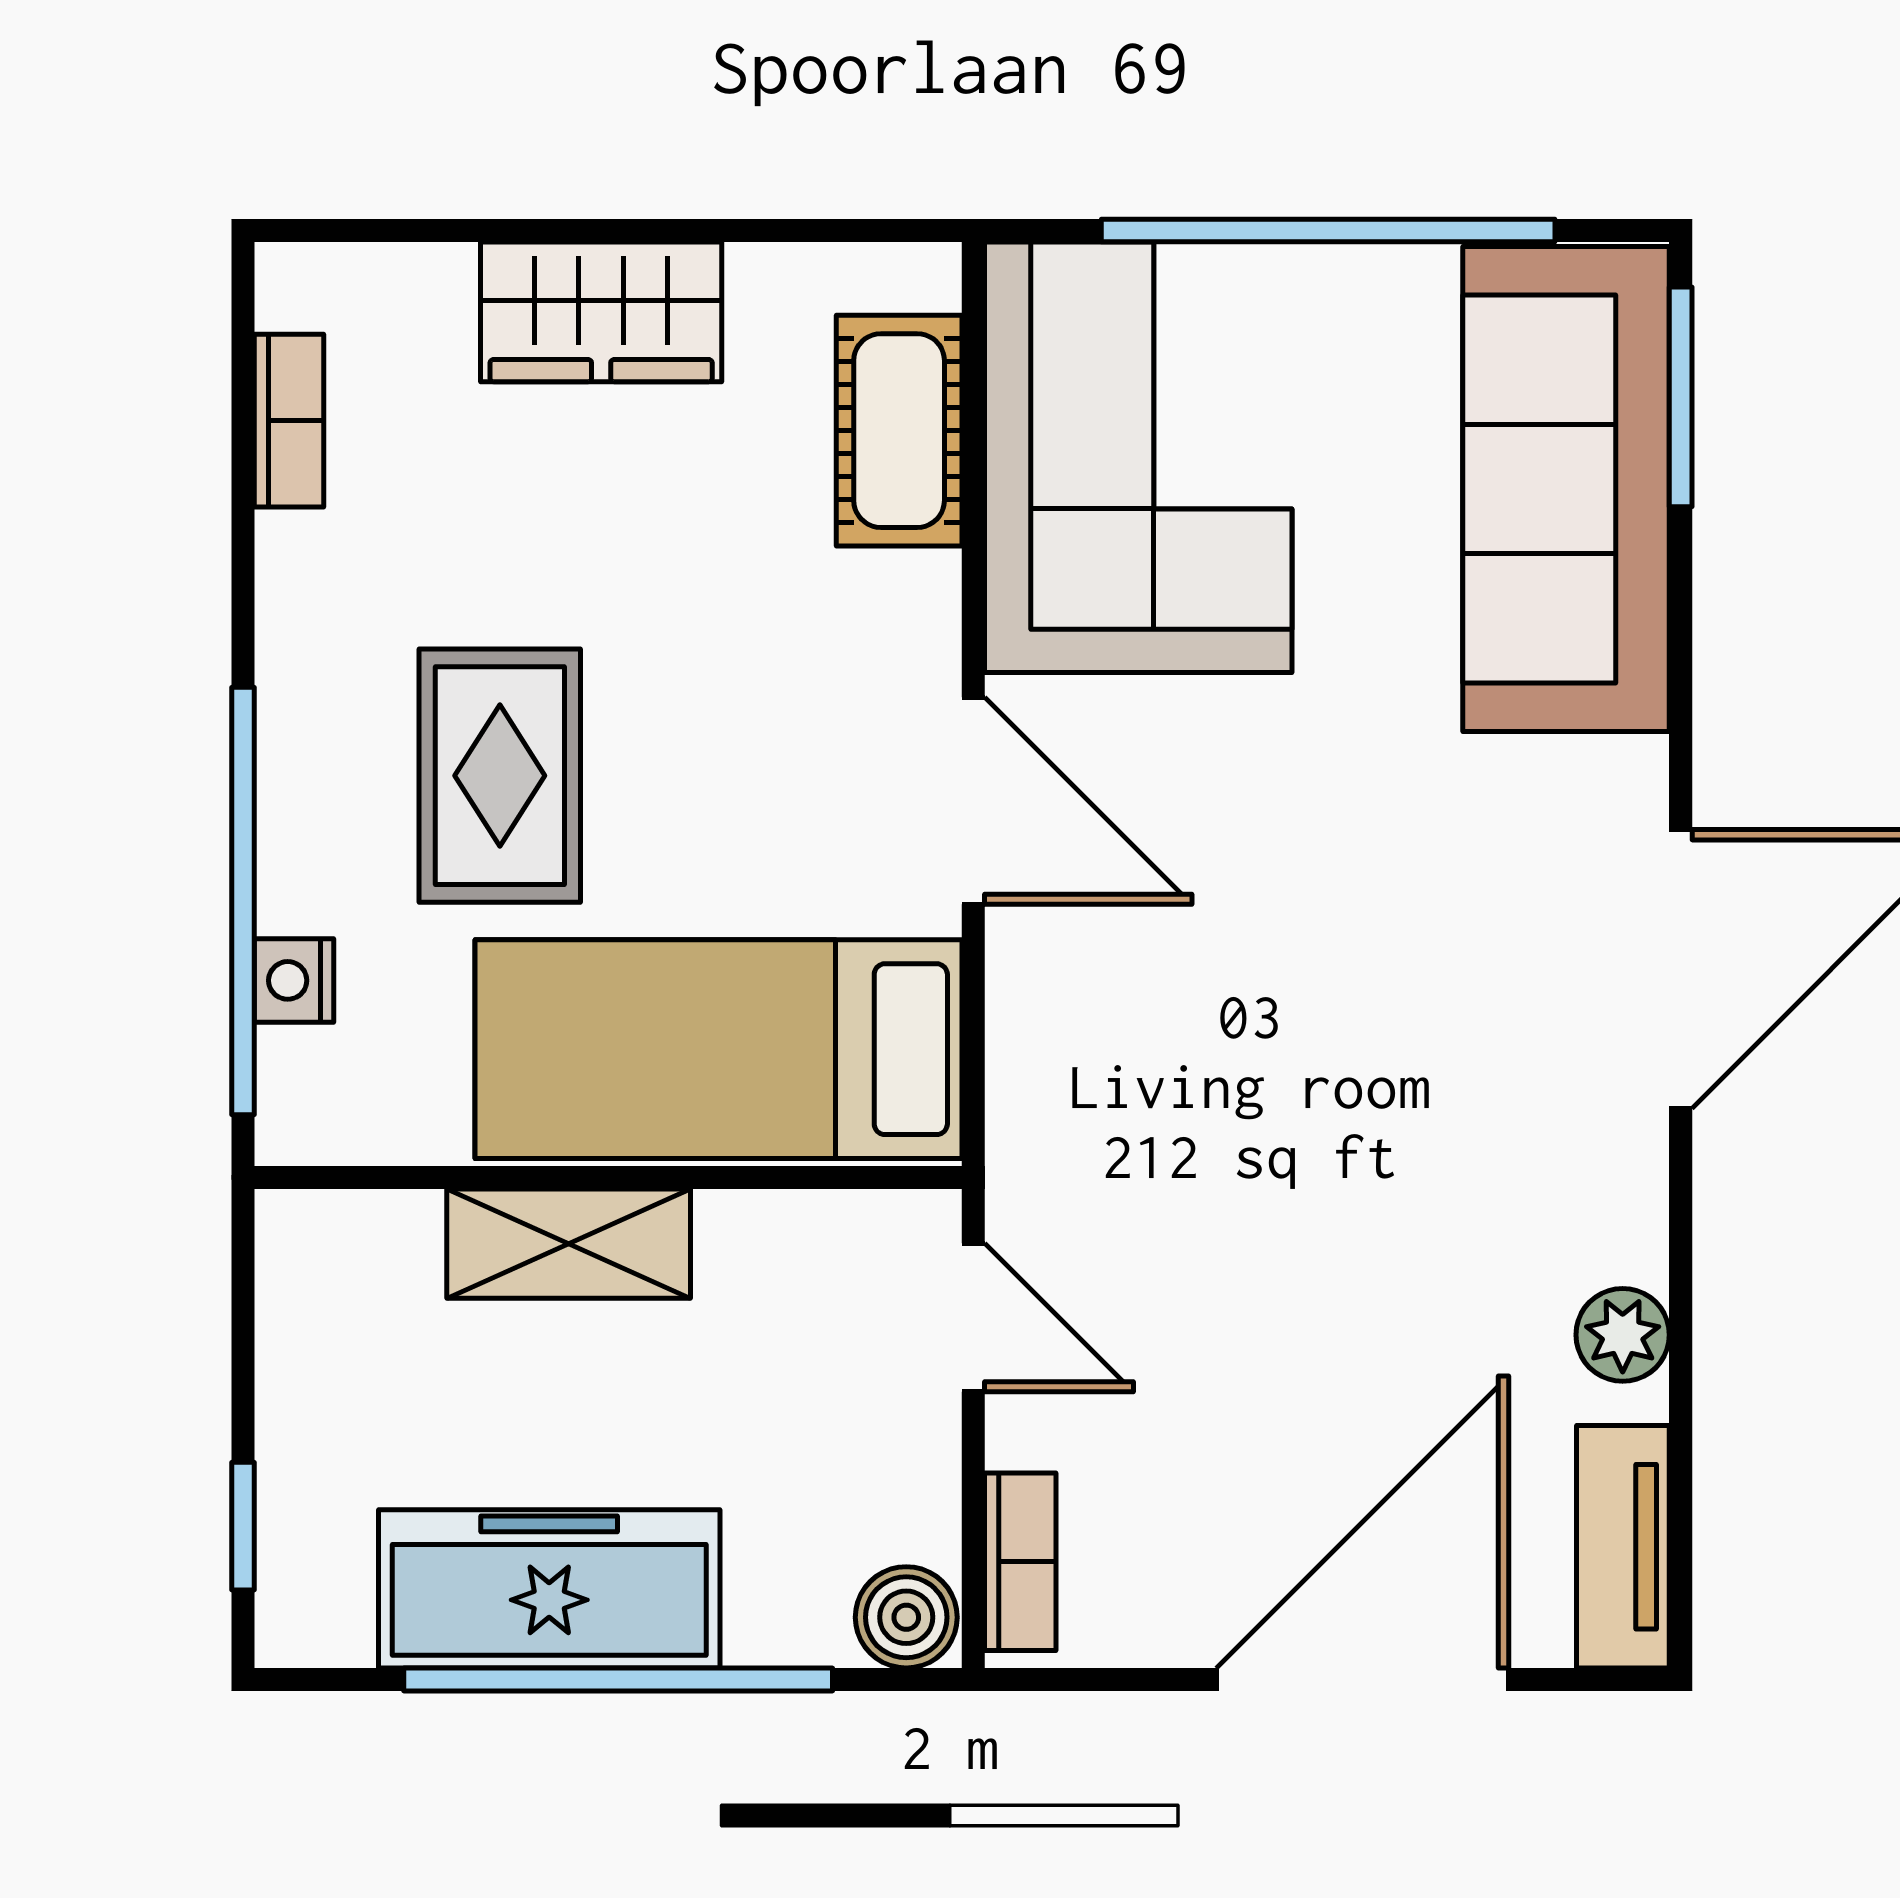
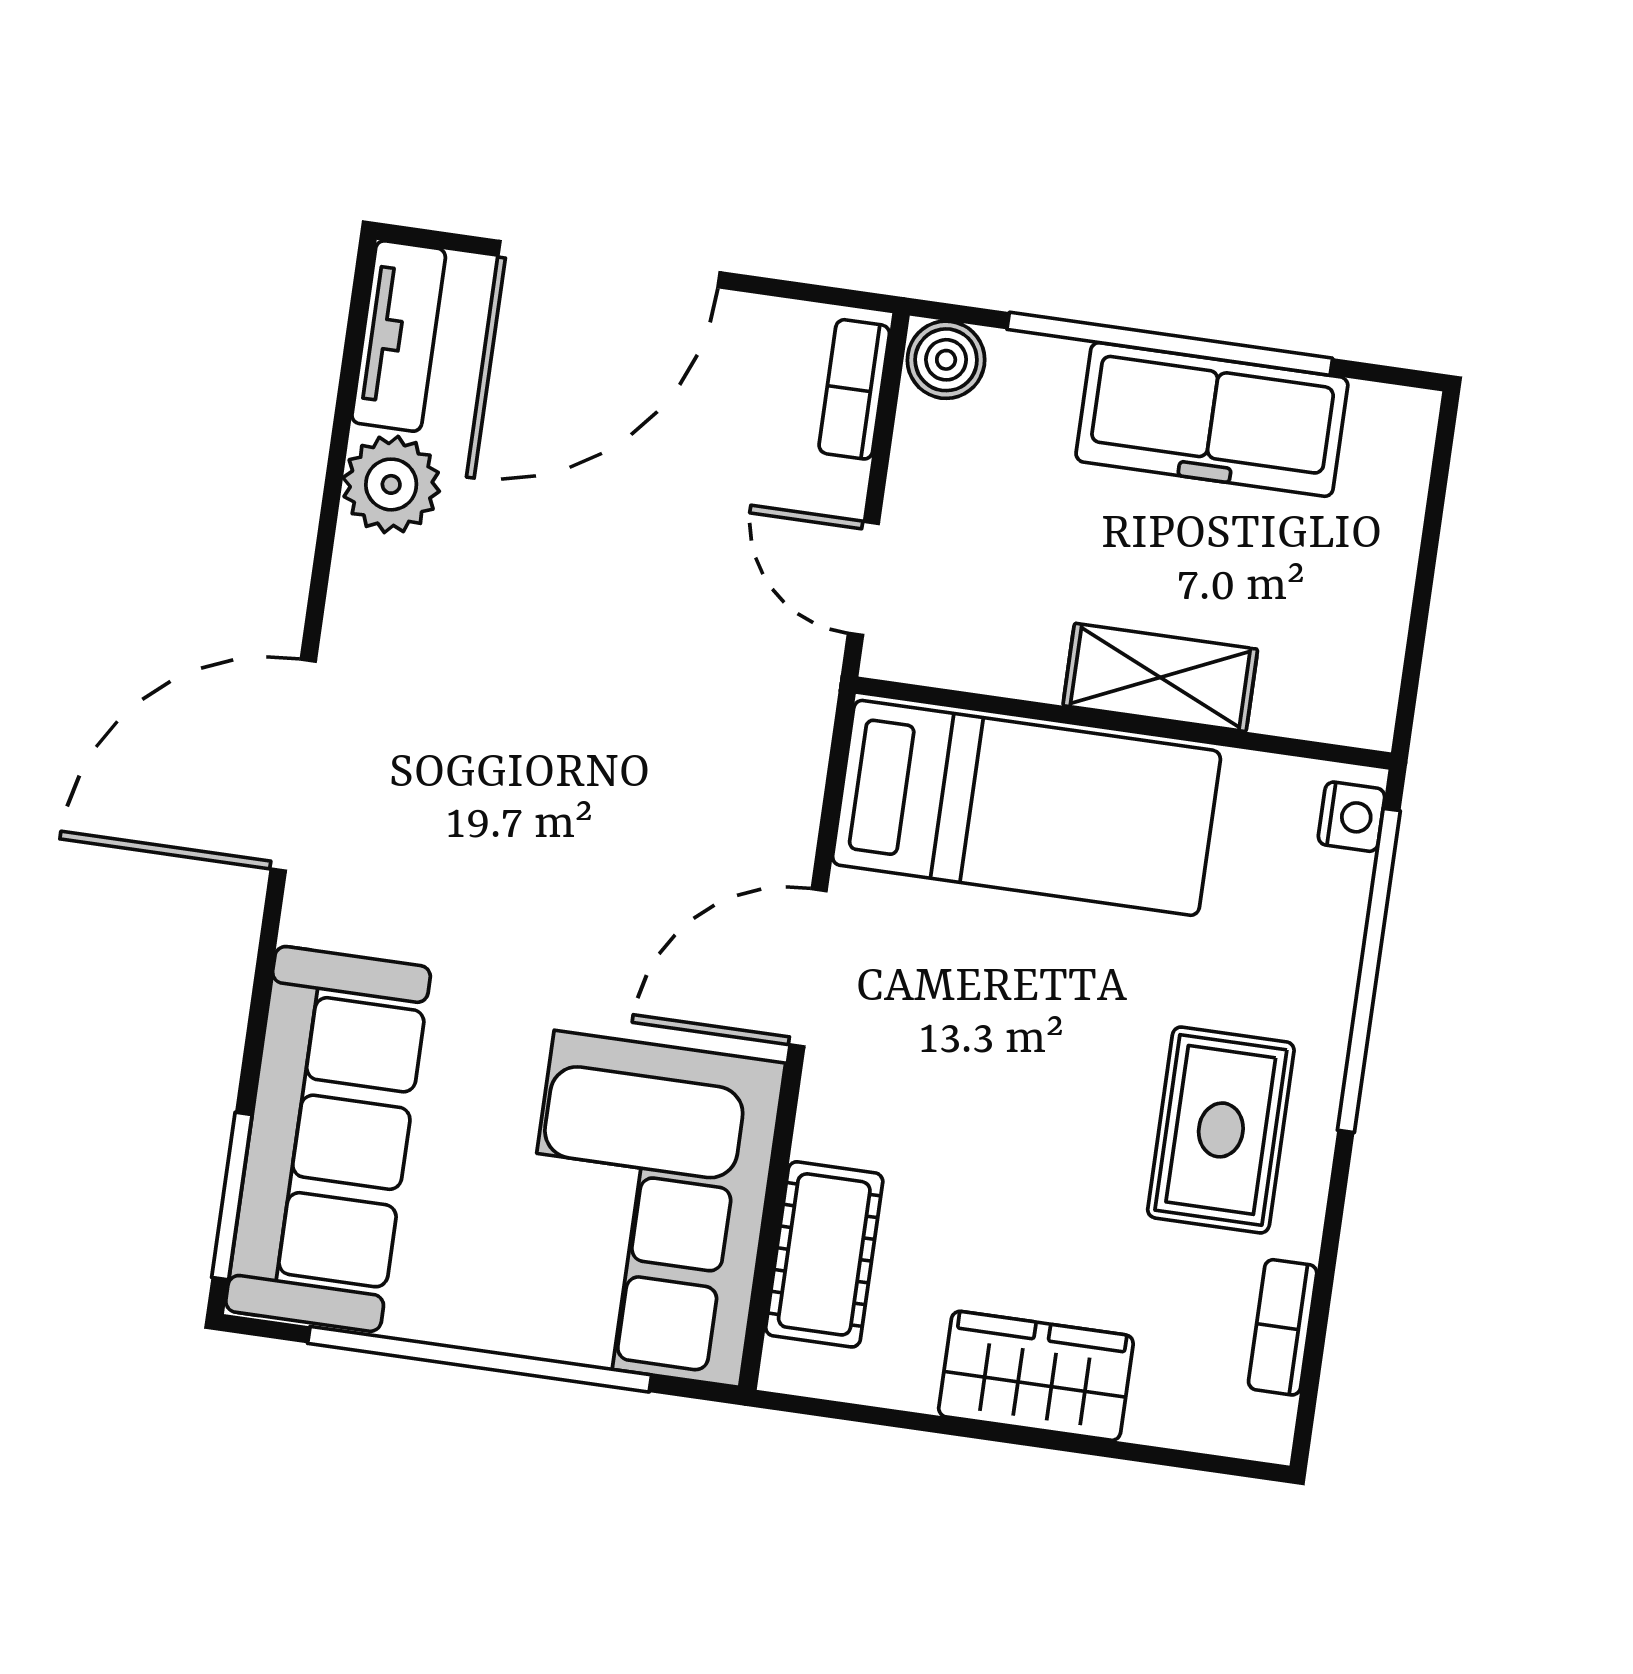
rug: (500, 776) -> (1221, 1130), moved
door: (973, 801) -> (808, 968), hinge flipped
nightstand: (294, 980) -> (1352, 817), moved
plant: (1623, 1335) -> (391, 484), width x1.38, depth x1.38
window: (243, 1526) -> (1436, 500), removed

